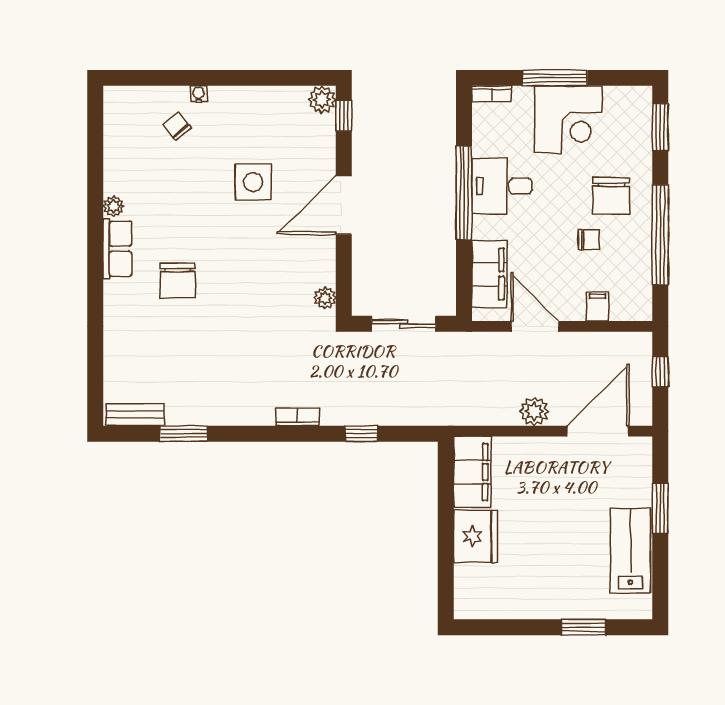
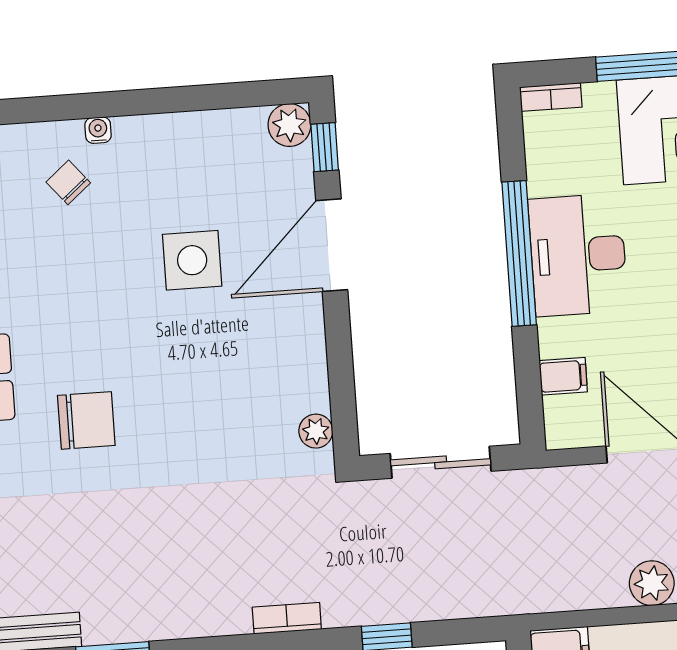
desk: (502, 186) -> (578, 255), width x1.37
door: (344, 205) -> (332, 245), moved
filing cabinet: (489, 274) -> (563, 376), width x0.33, depth x0.86
chair: (178, 280) -> (86, 420), turned -90

